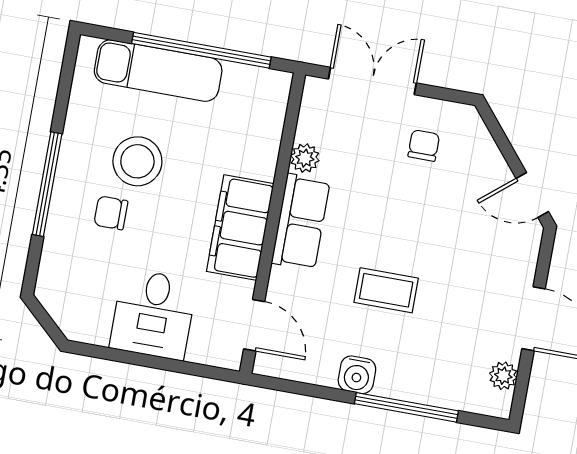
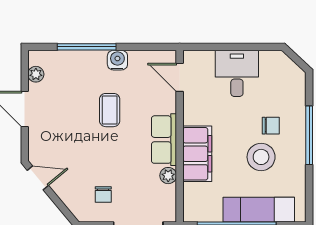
filing cabinet: (240, 228) -> (197, 154), moved
coffee table: (386, 290) -> (110, 110), turned 90

